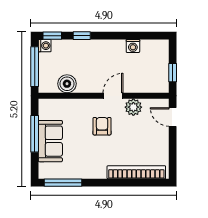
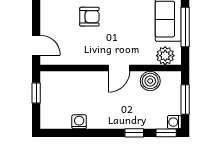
window: (35, 67) -> (185, 99), width x0.69
door: (113, 96) -> (119, 68), moved
plant: (133, 107) -> (165, 56), moved
armchair: (102, 126) -> (89, 17), moved, turned -90

